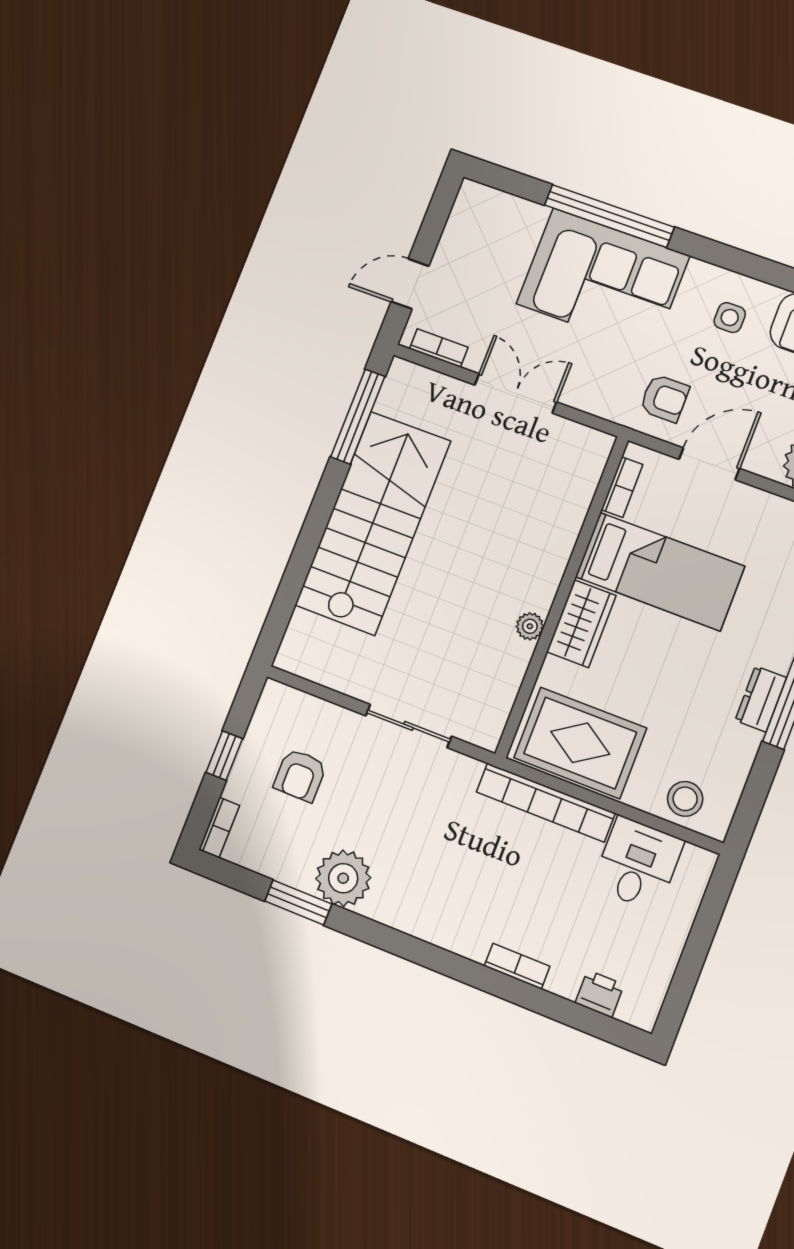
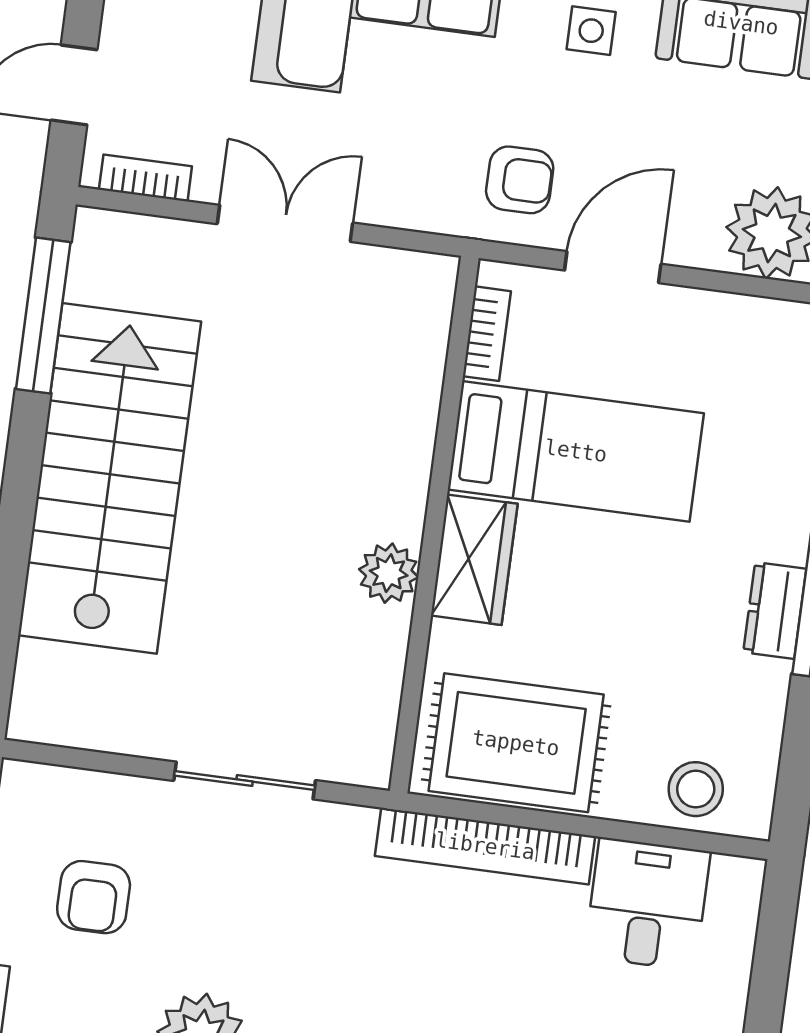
plant: (530, 626) -> (389, 573), width x1.38, depth x1.38

